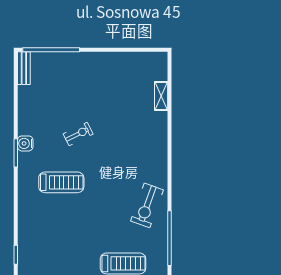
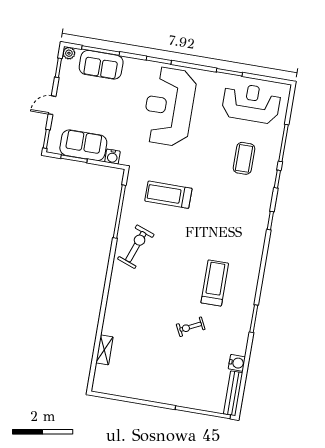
bench: (24, 68) -> (233, 393), width x1.36
water cooler: (25, 143) -> (237, 363), moved
treadmill: (61, 182) -> (215, 283), turned 90

